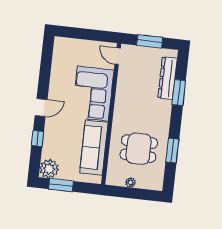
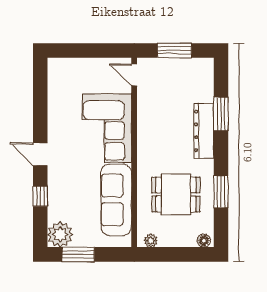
dresser: (168, 78) -> (204, 131), moved
door: (41, 107) -> (40, 154), swing flipped
plant: (130, 182) -> (151, 241), moved
floor lamp: (156, 185) -> (204, 241), added

